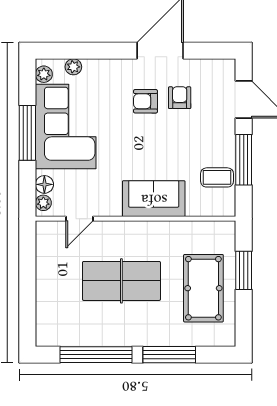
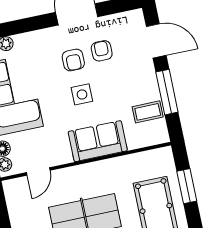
armchair: (145, 101) -> (73, 60), turned -90
side table: (147, 142) -> (82, 94), added

